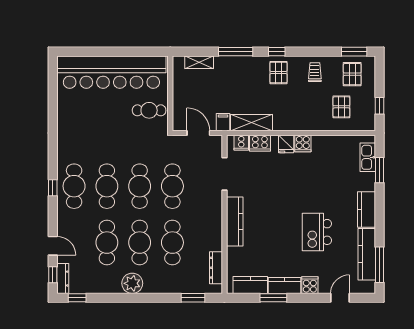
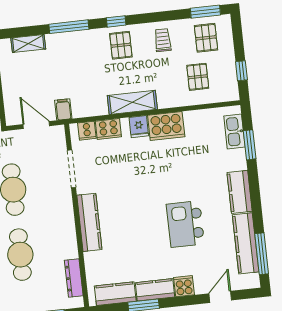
shelving: (251, 123) -> (132, 102), moved
cooker: (303, 143) -> (166, 126), width x1.87, depth x1.31

